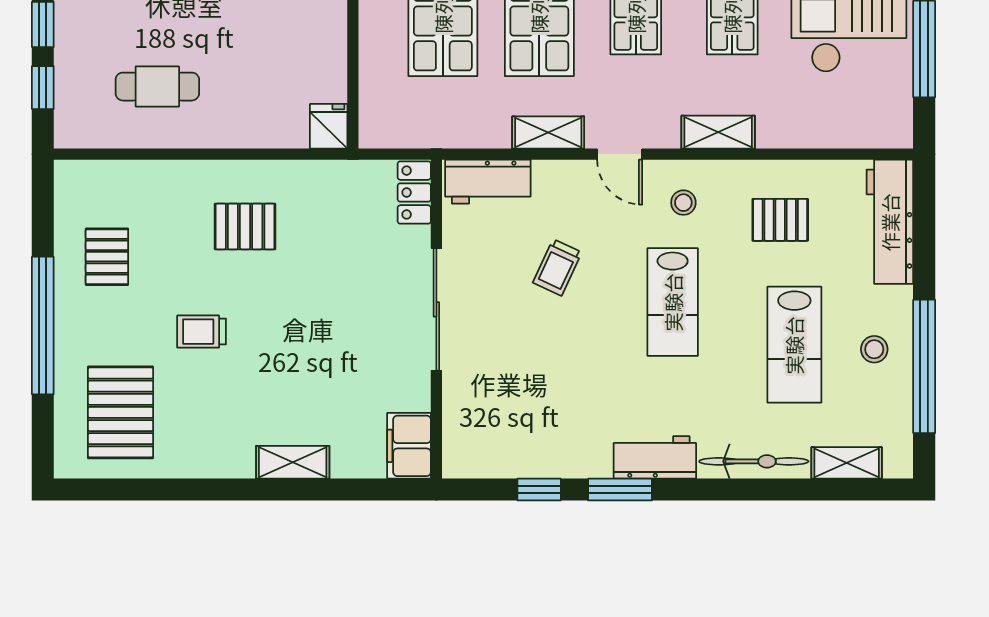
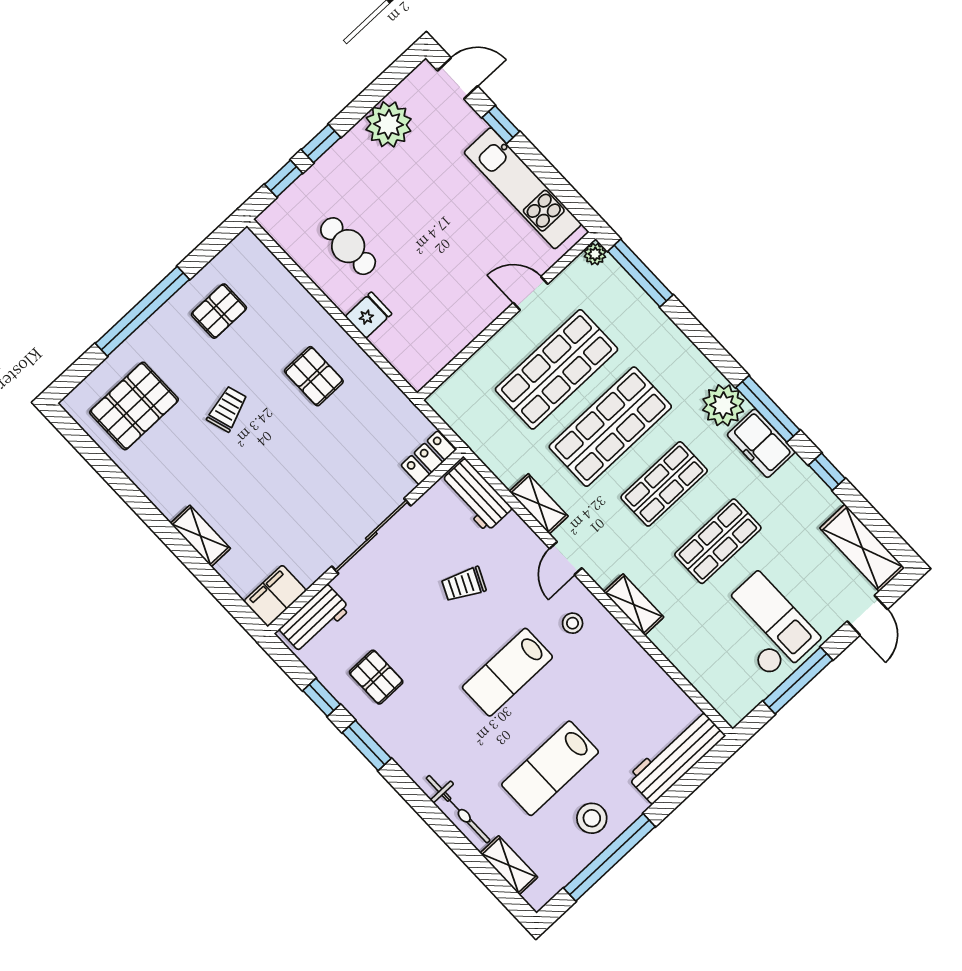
fridge: (329, 126) -> (368, 315), moved
pallet: (780, 220) -> (376, 677), moved
trolley: (202, 332) -> (227, 409), turned 73
stool: (874, 349) -> (592, 818), width x1.37, depth x1.37
workbench: (655, 457) -> (315, 619), moved, turned 90

